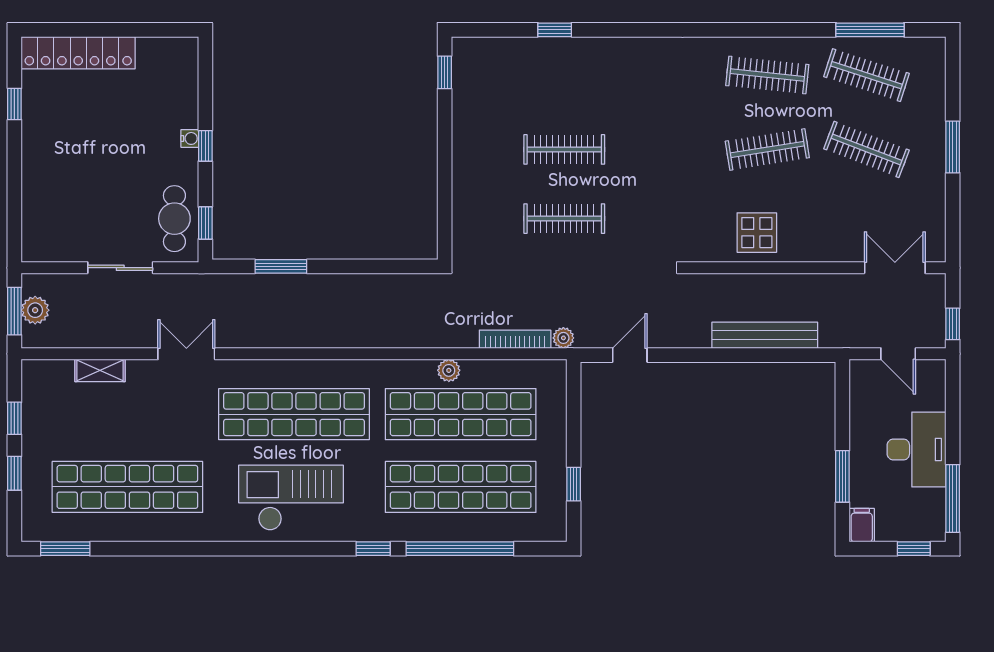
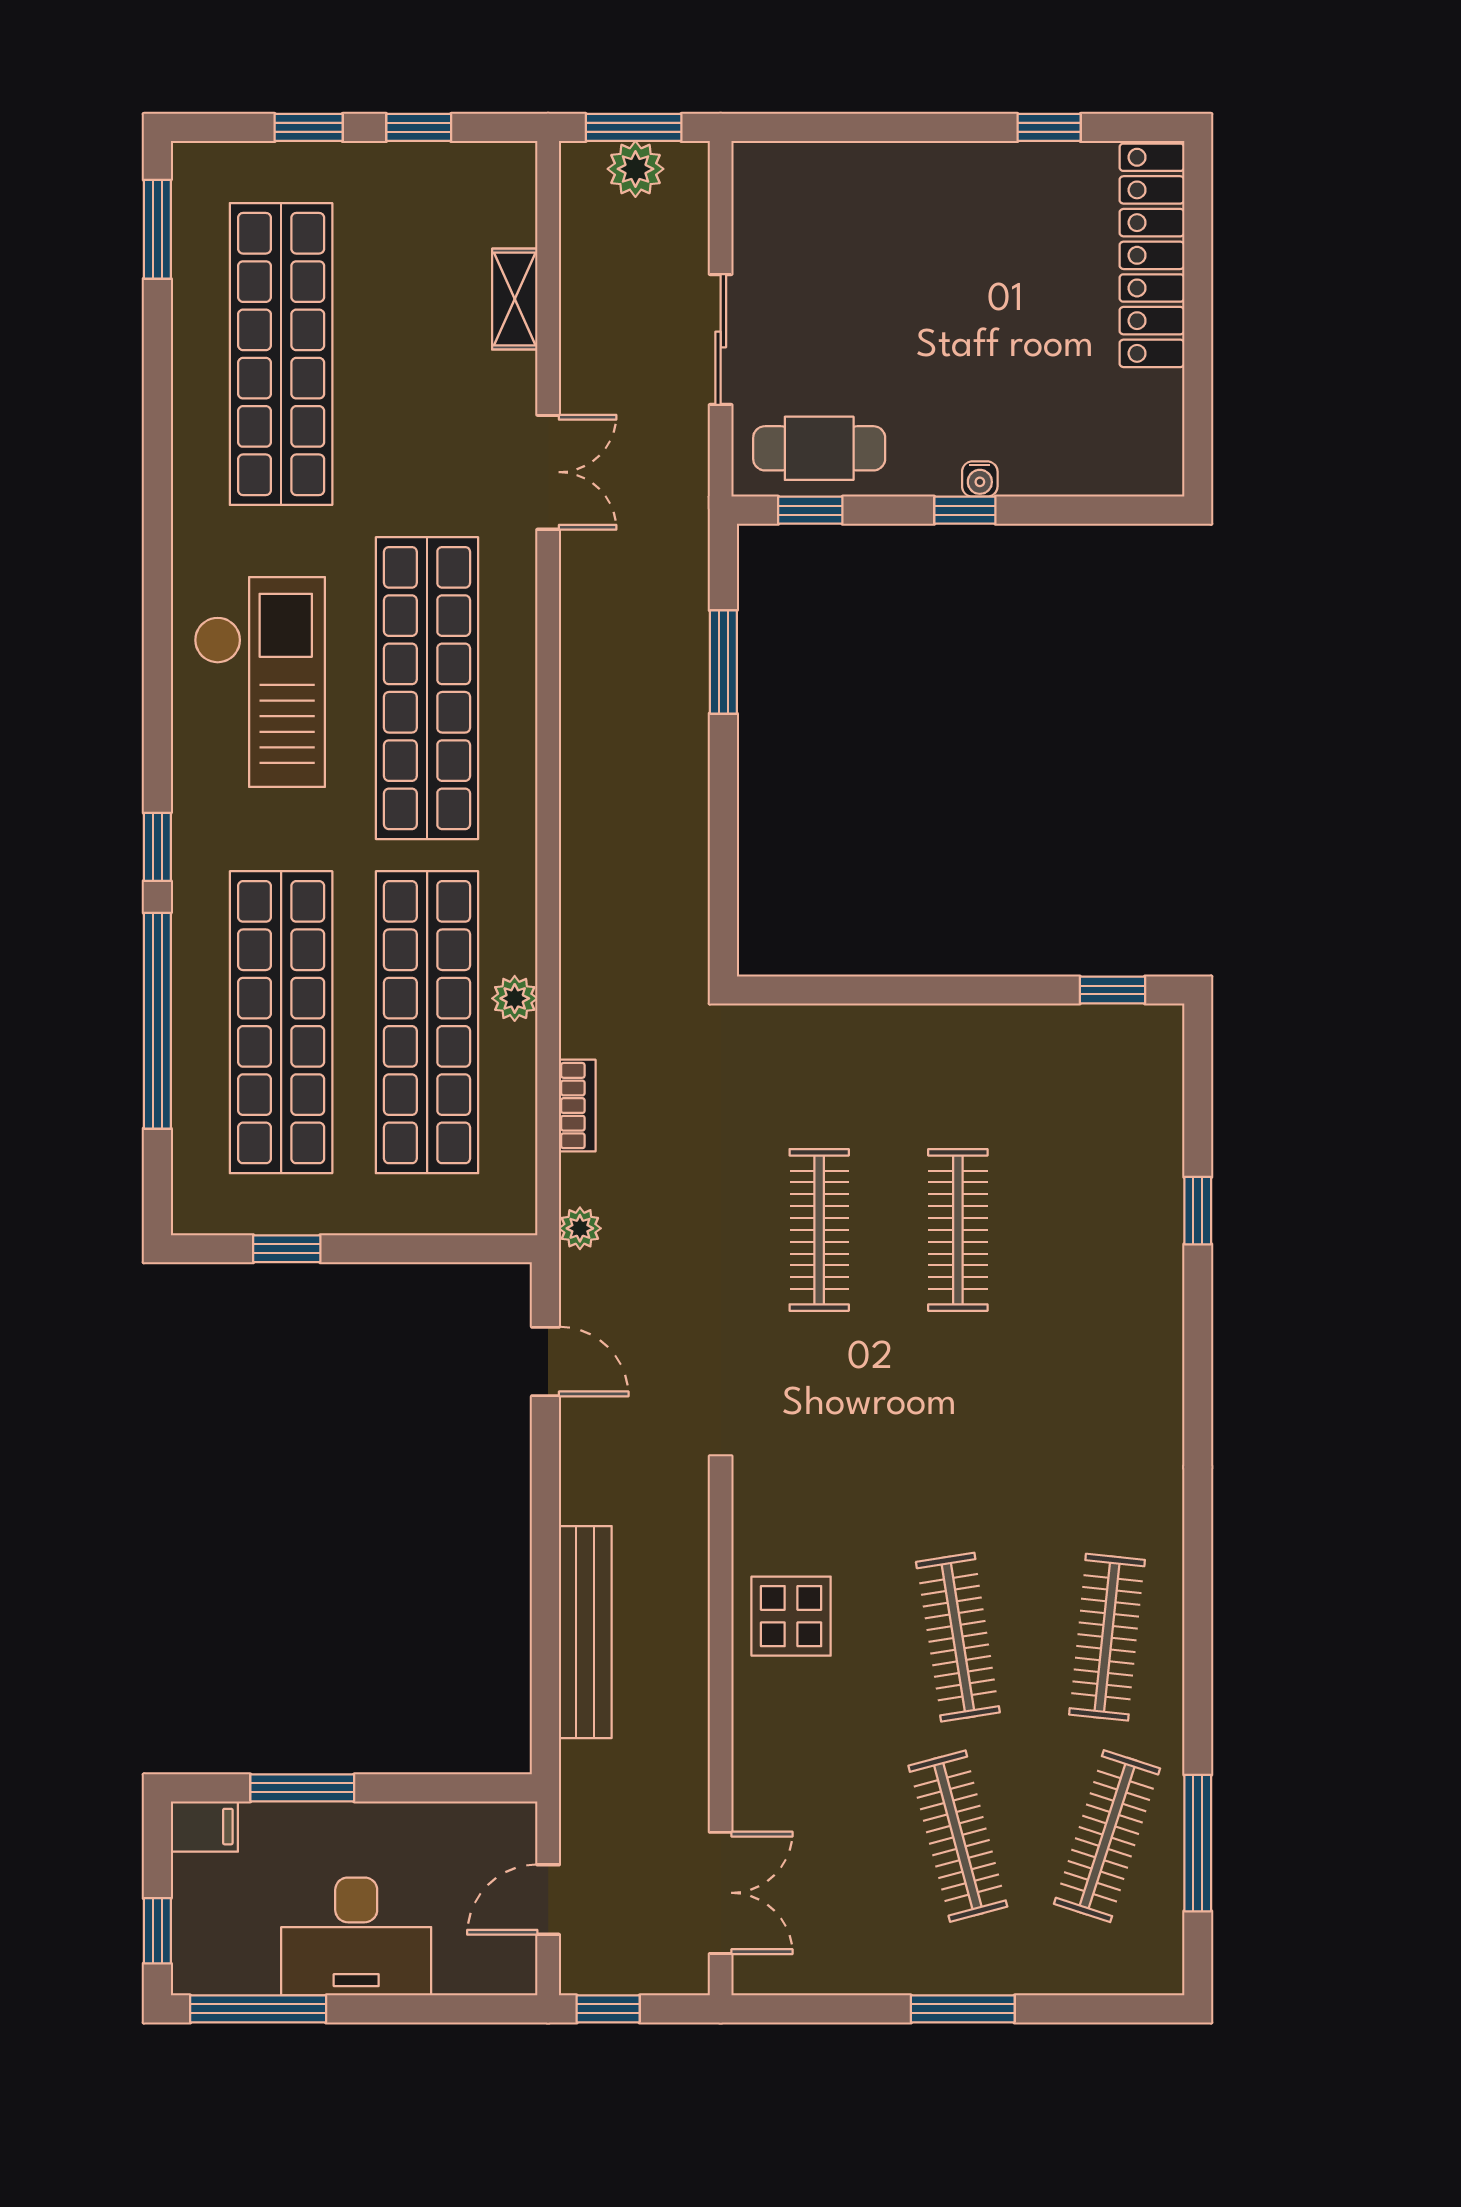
clothes rail: (867, 149) -> (958, 1836), turned -36
bookcase: (515, 339) -> (577, 1106), width x0.64

